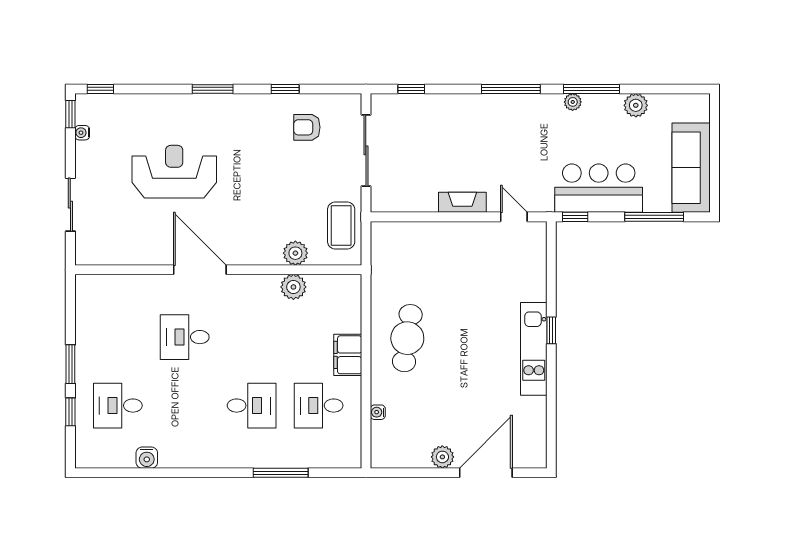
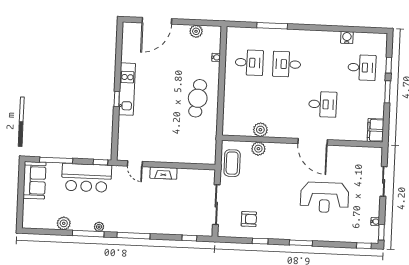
sofa: (691, 168) -> (34, 180), width x0.73
filing cabinet: (348, 355) -> (376, 130), moved, turned 180
plant: (442, 457) -> (196, 31), moved

